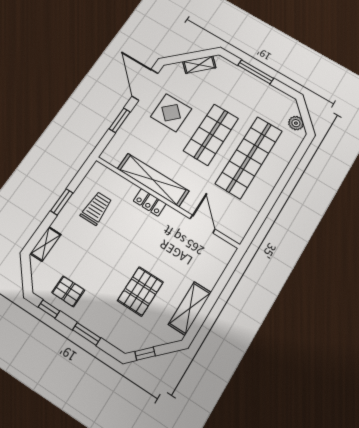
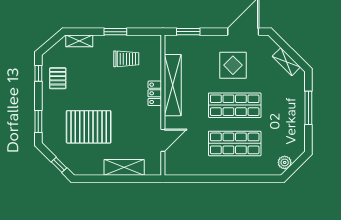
window: (120, 120) -> (188, 32), moved
shop shelf: (249, 157) -> (235, 143), width x0.71
pallet: (140, 291) -> (89, 127), width x1.37, depth x1.41
shelving: (190, 308) -> (124, 167), moved
window: (87, 334) -> (38, 122), moved
window: (145, 354) -> (59, 165), moved

